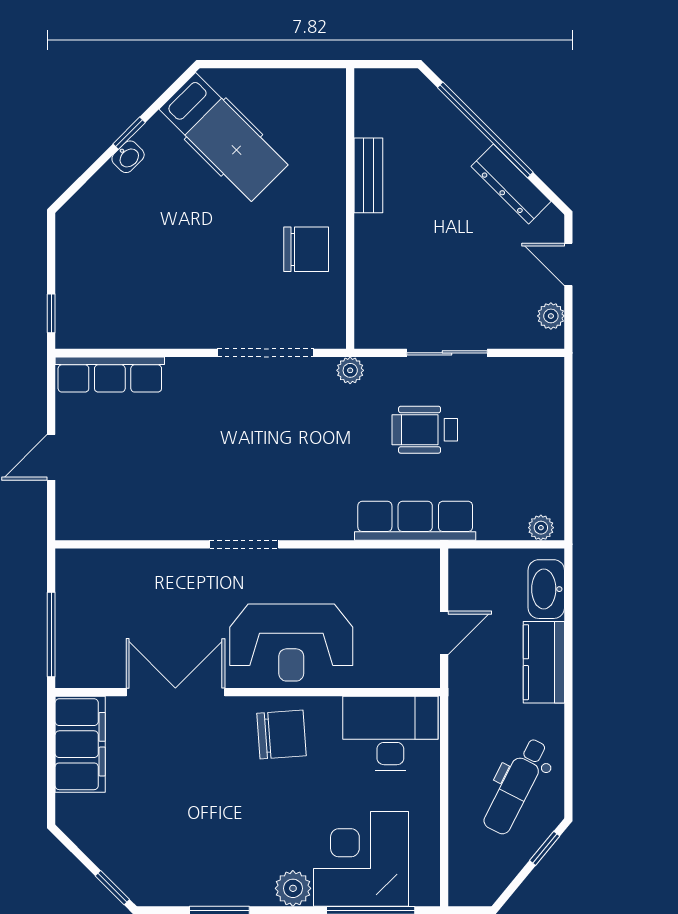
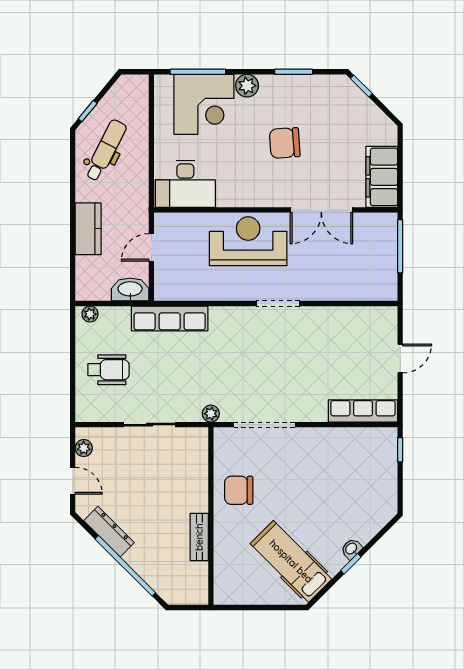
wheelchair: (425, 430) -> (109, 370), moved
washbasin: (546, 589) -> (130, 289), moved, turned -90
chair: (281, 735) -> (285, 143), moved

